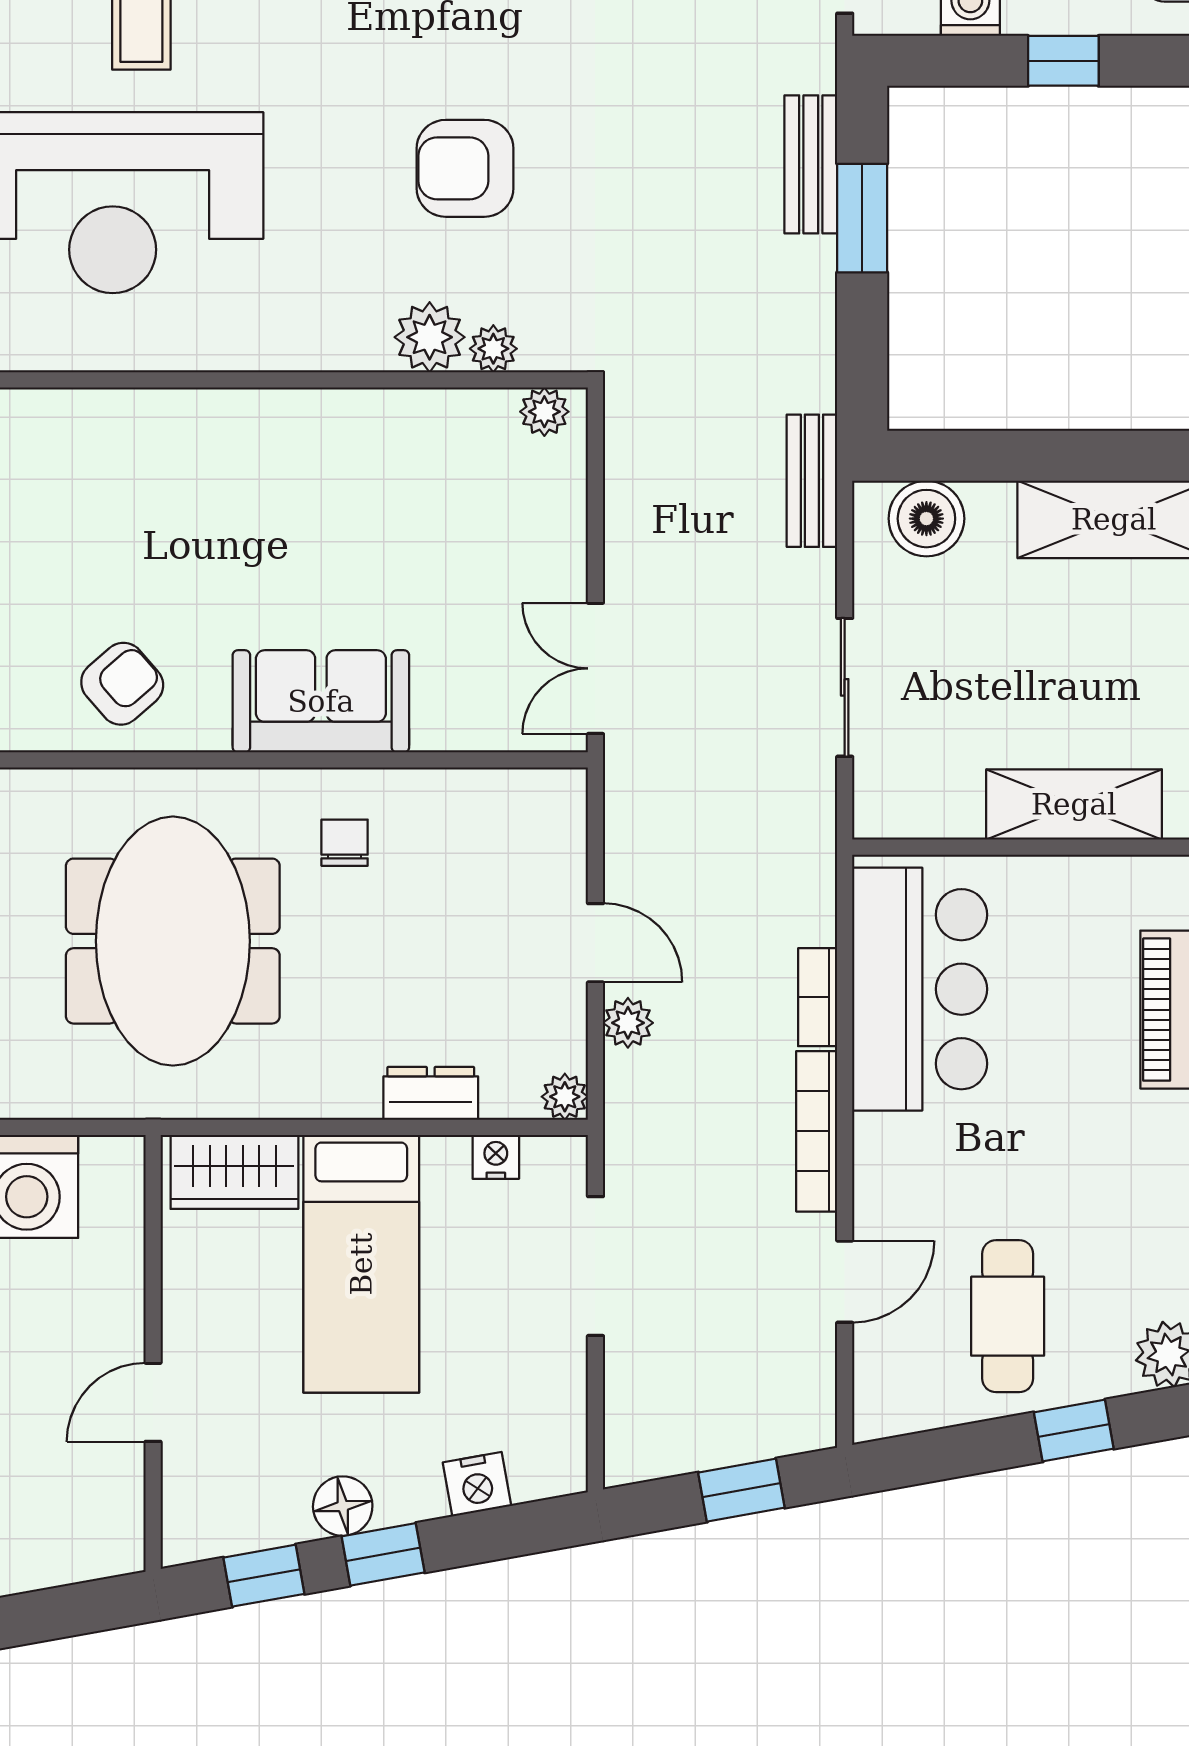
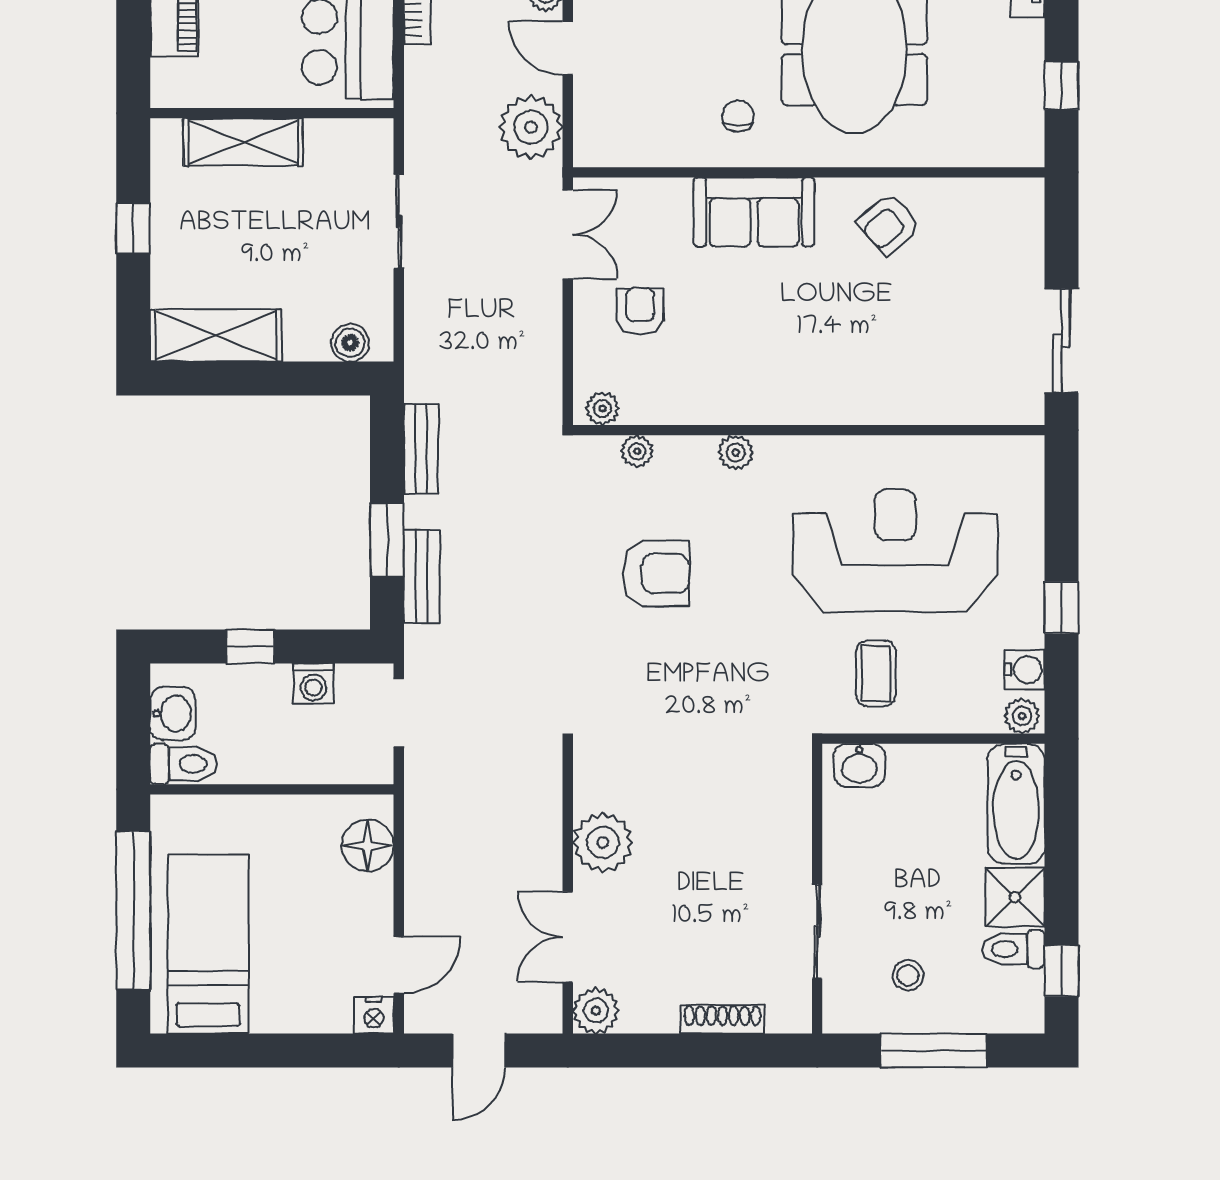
plant: (430, 337) -> (736, 453), moved, width x0.73, depth x0.73
bench: (812, 481) -> (421, 449), moved
boiler: (926, 519) -> (350, 343), width x0.73, depth x0.73
armchair: (489, 555) -> (640, 311), added
plant: (650, 826) -> (531, 127), added
chair: (345, 843) -> (738, 116), turned 180

